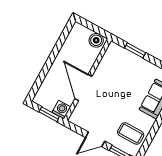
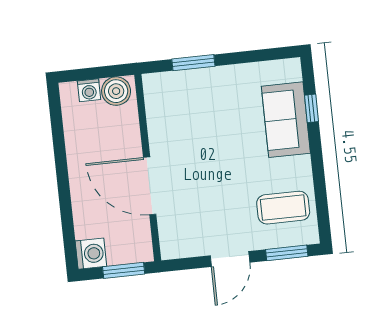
washing machine: (86, 32) -> (89, 90), added
washing machine: (61, 110) -> (91, 254), moved, turned 90

